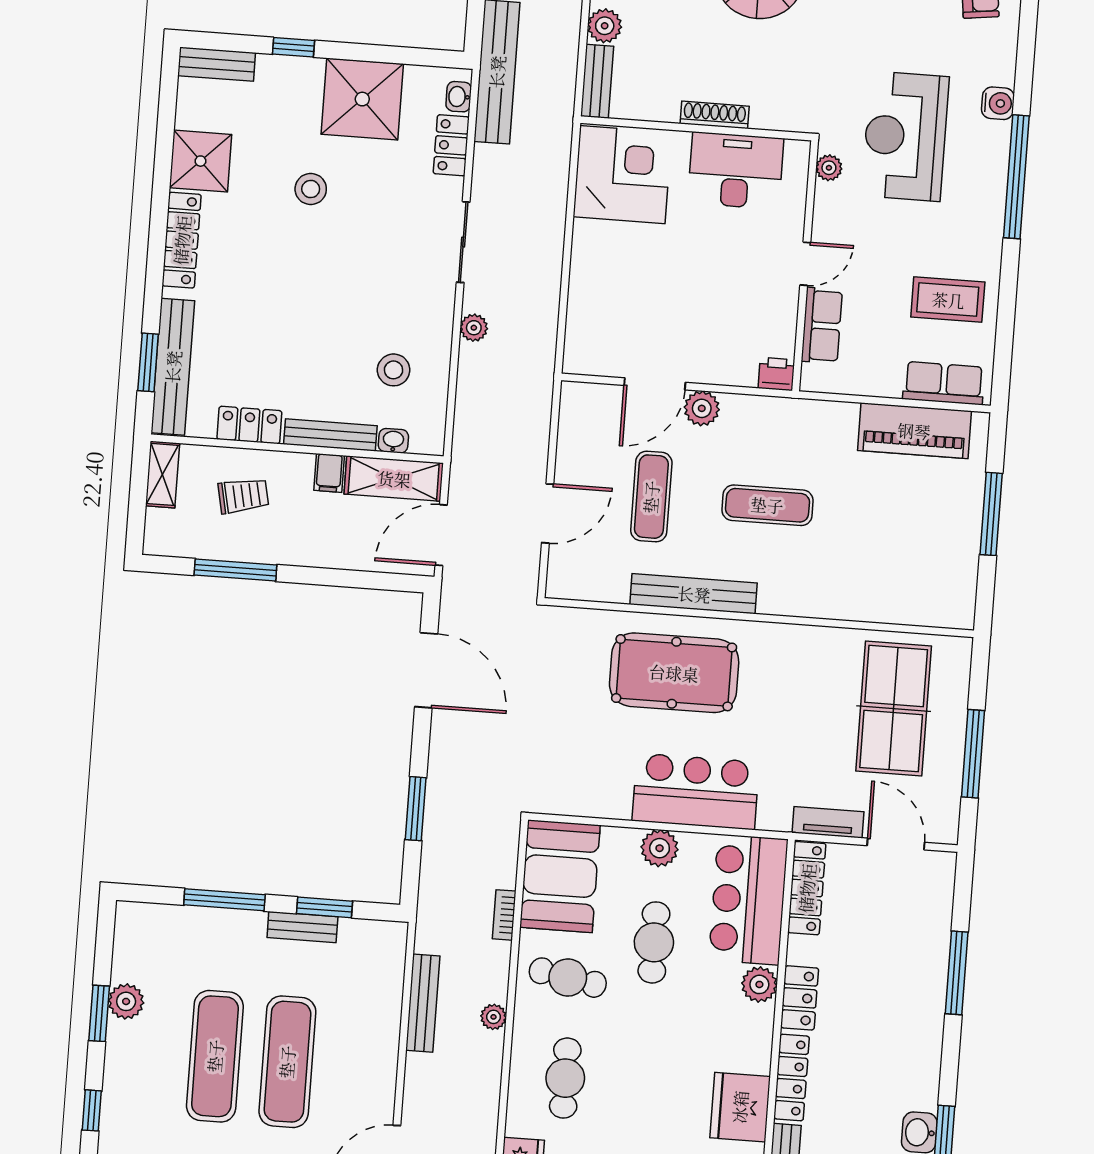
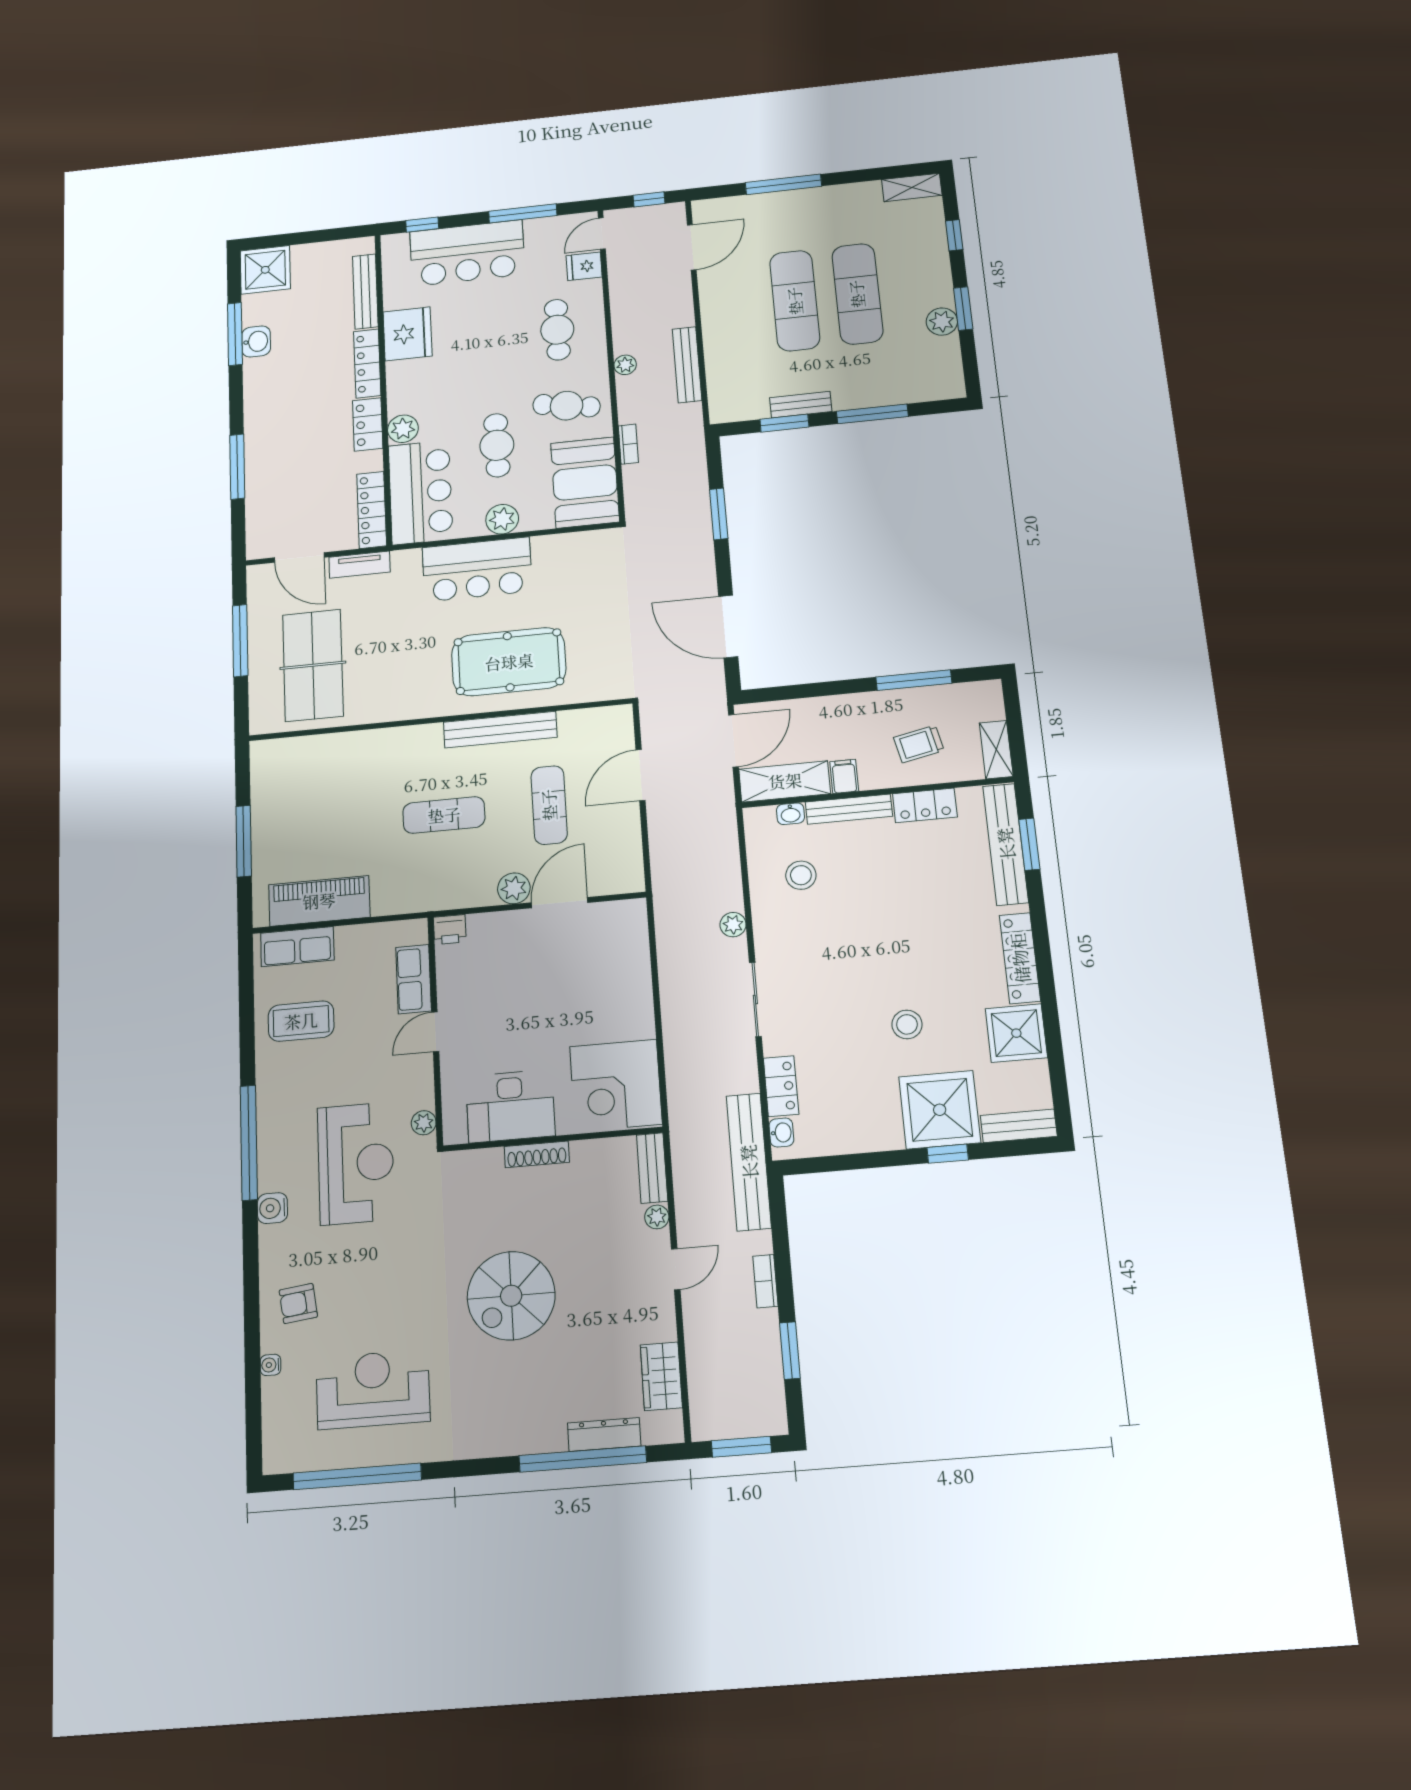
plant: (605, 26) -> (657, 1217), width x0.73, depth x0.73
shower: (362, 99) -> (940, 1110), moved

